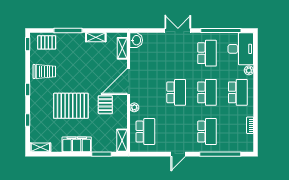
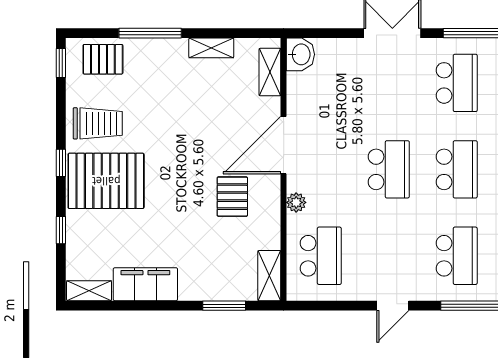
pallet: (71, 106) -> (106, 181), moved
filing cabinet: (77, 144) -> (145, 284), moved

